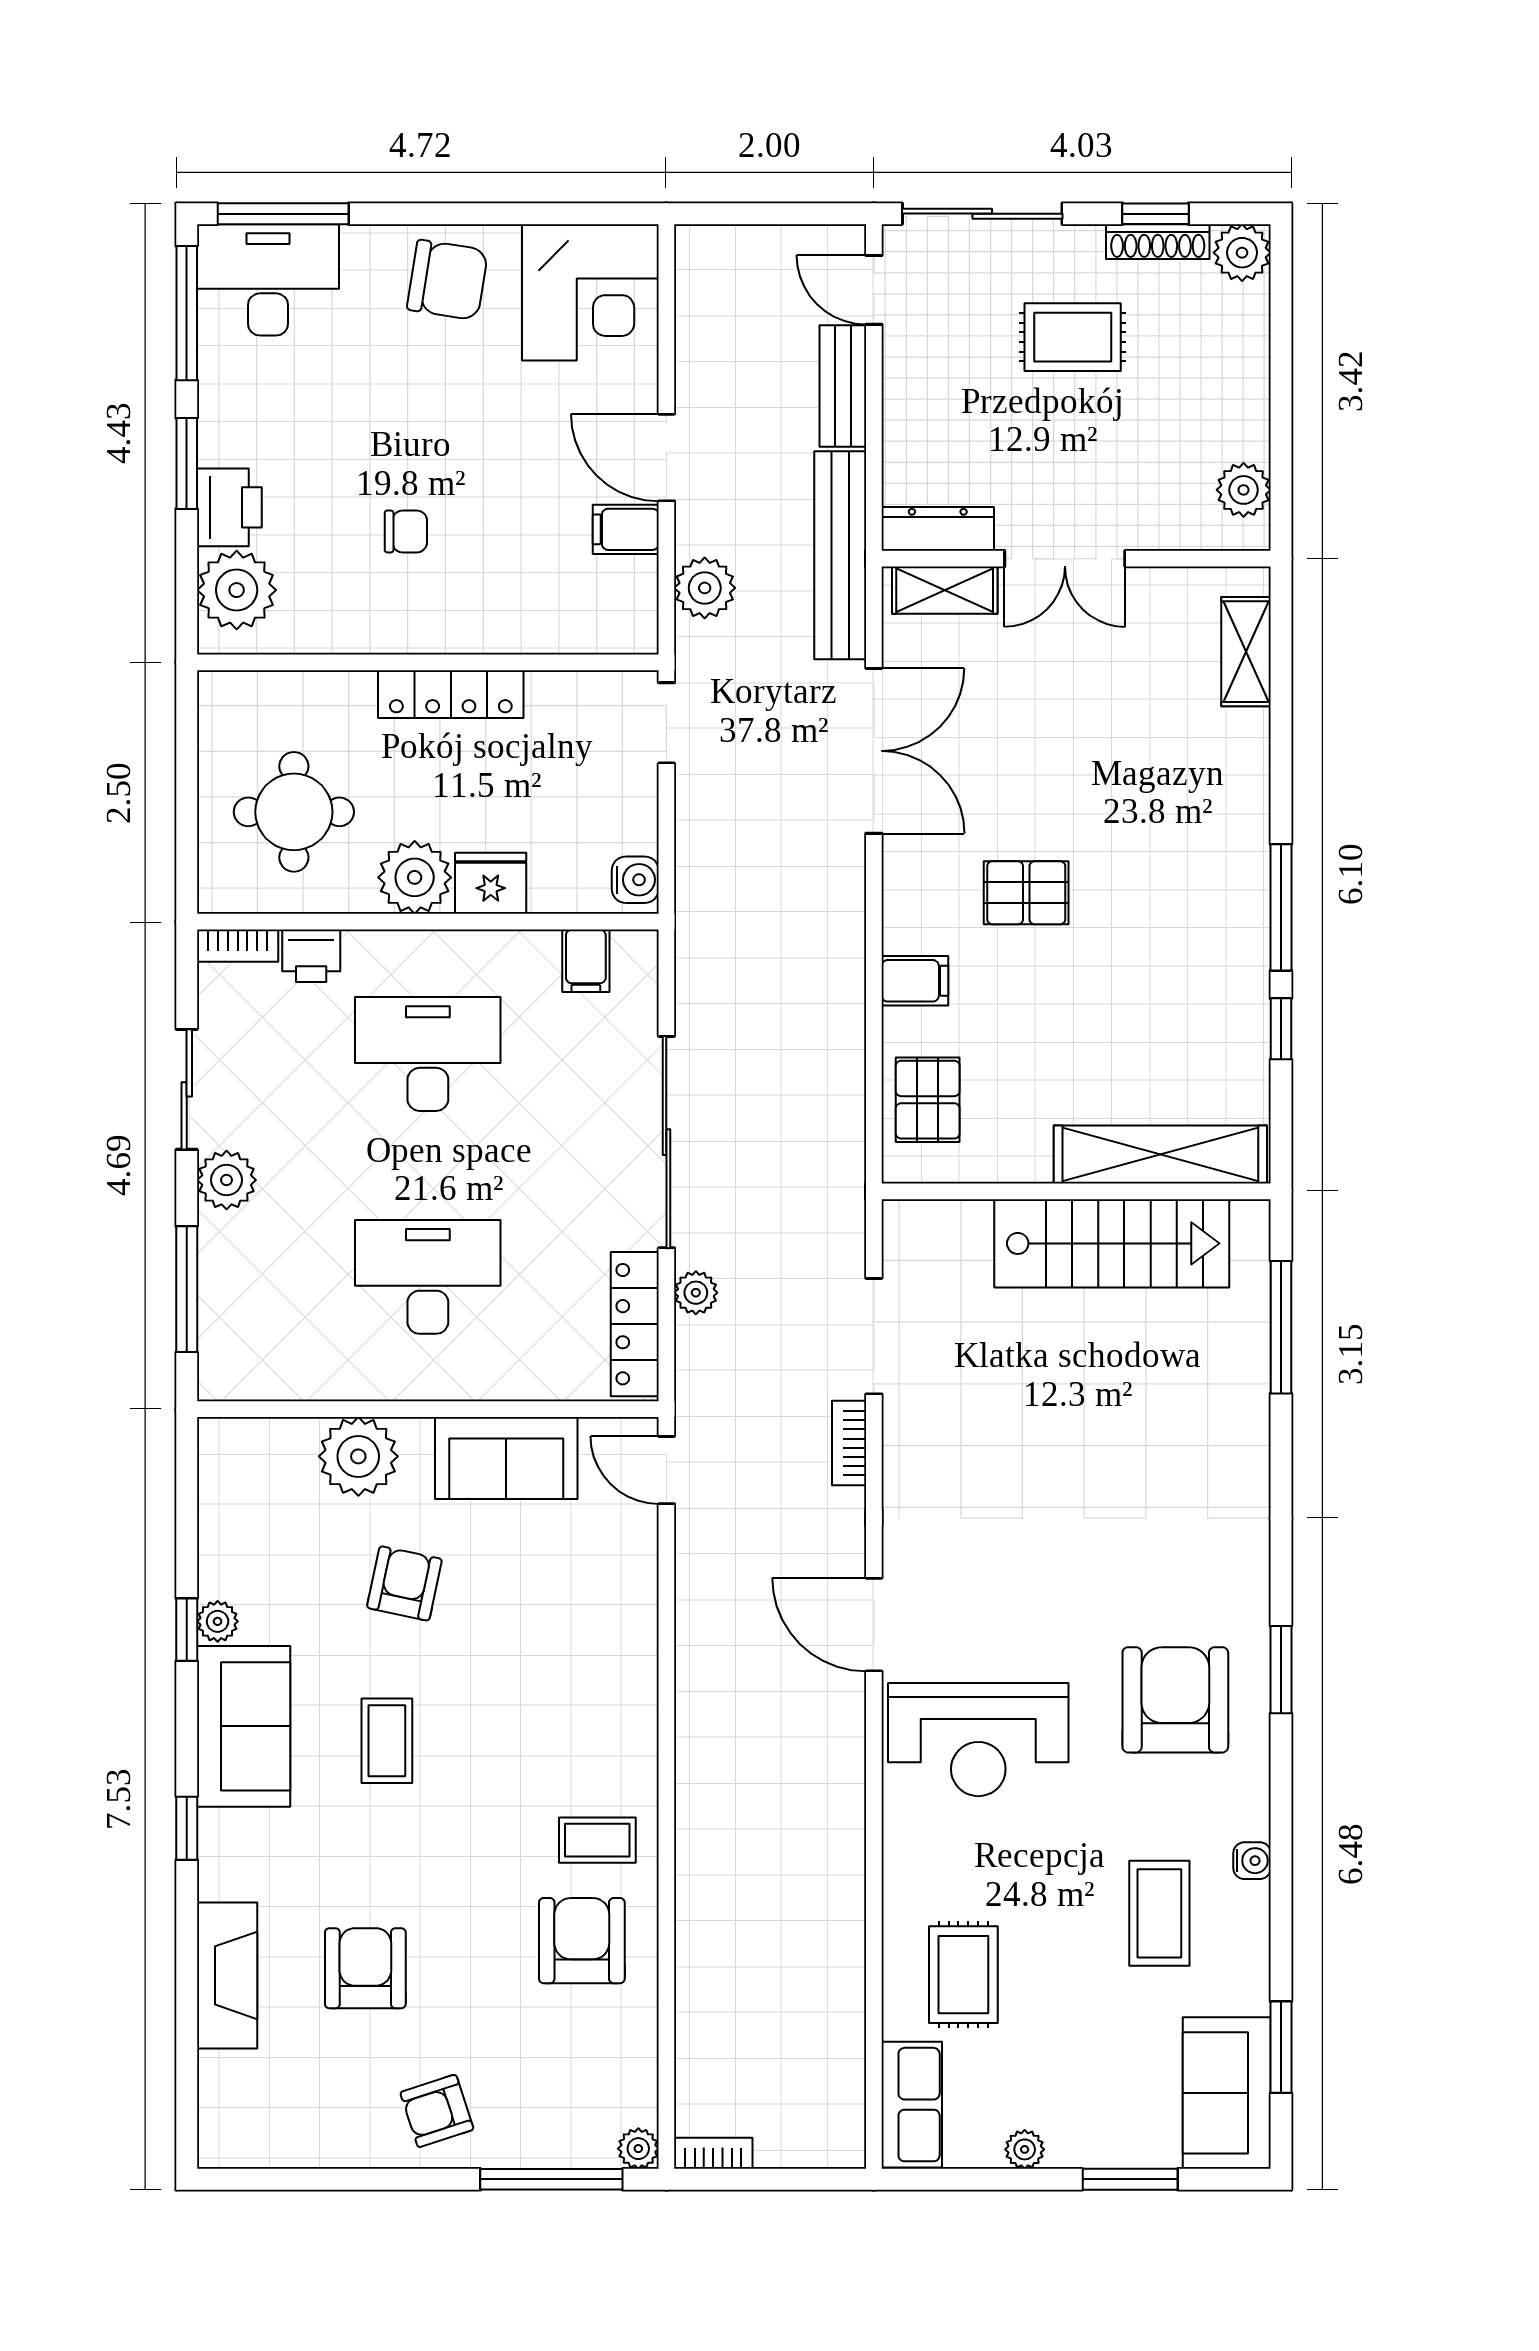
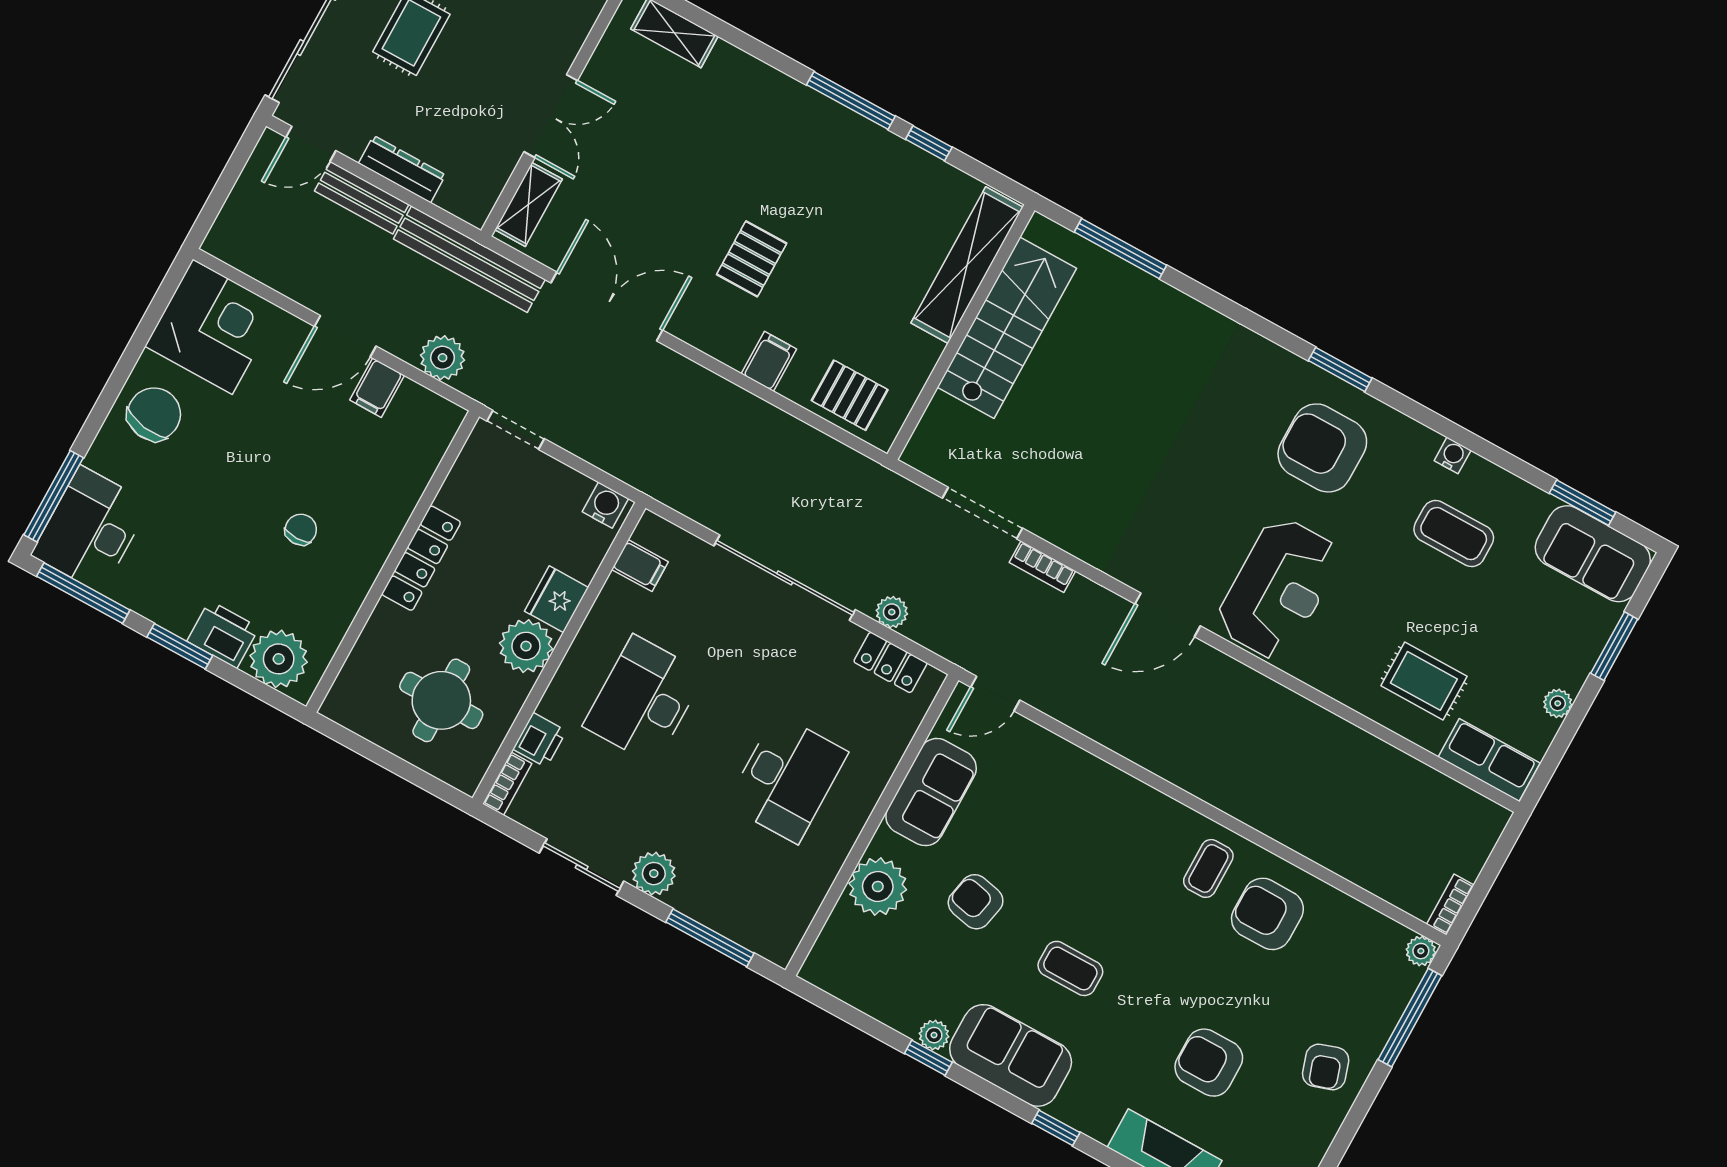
dresser: (938, 529) -> (402, 169), moved, turned 90
desk: (428, 1277) -> (787, 778), turned 180
locker: (635, 1324) -> (890, 662), width x0.66

